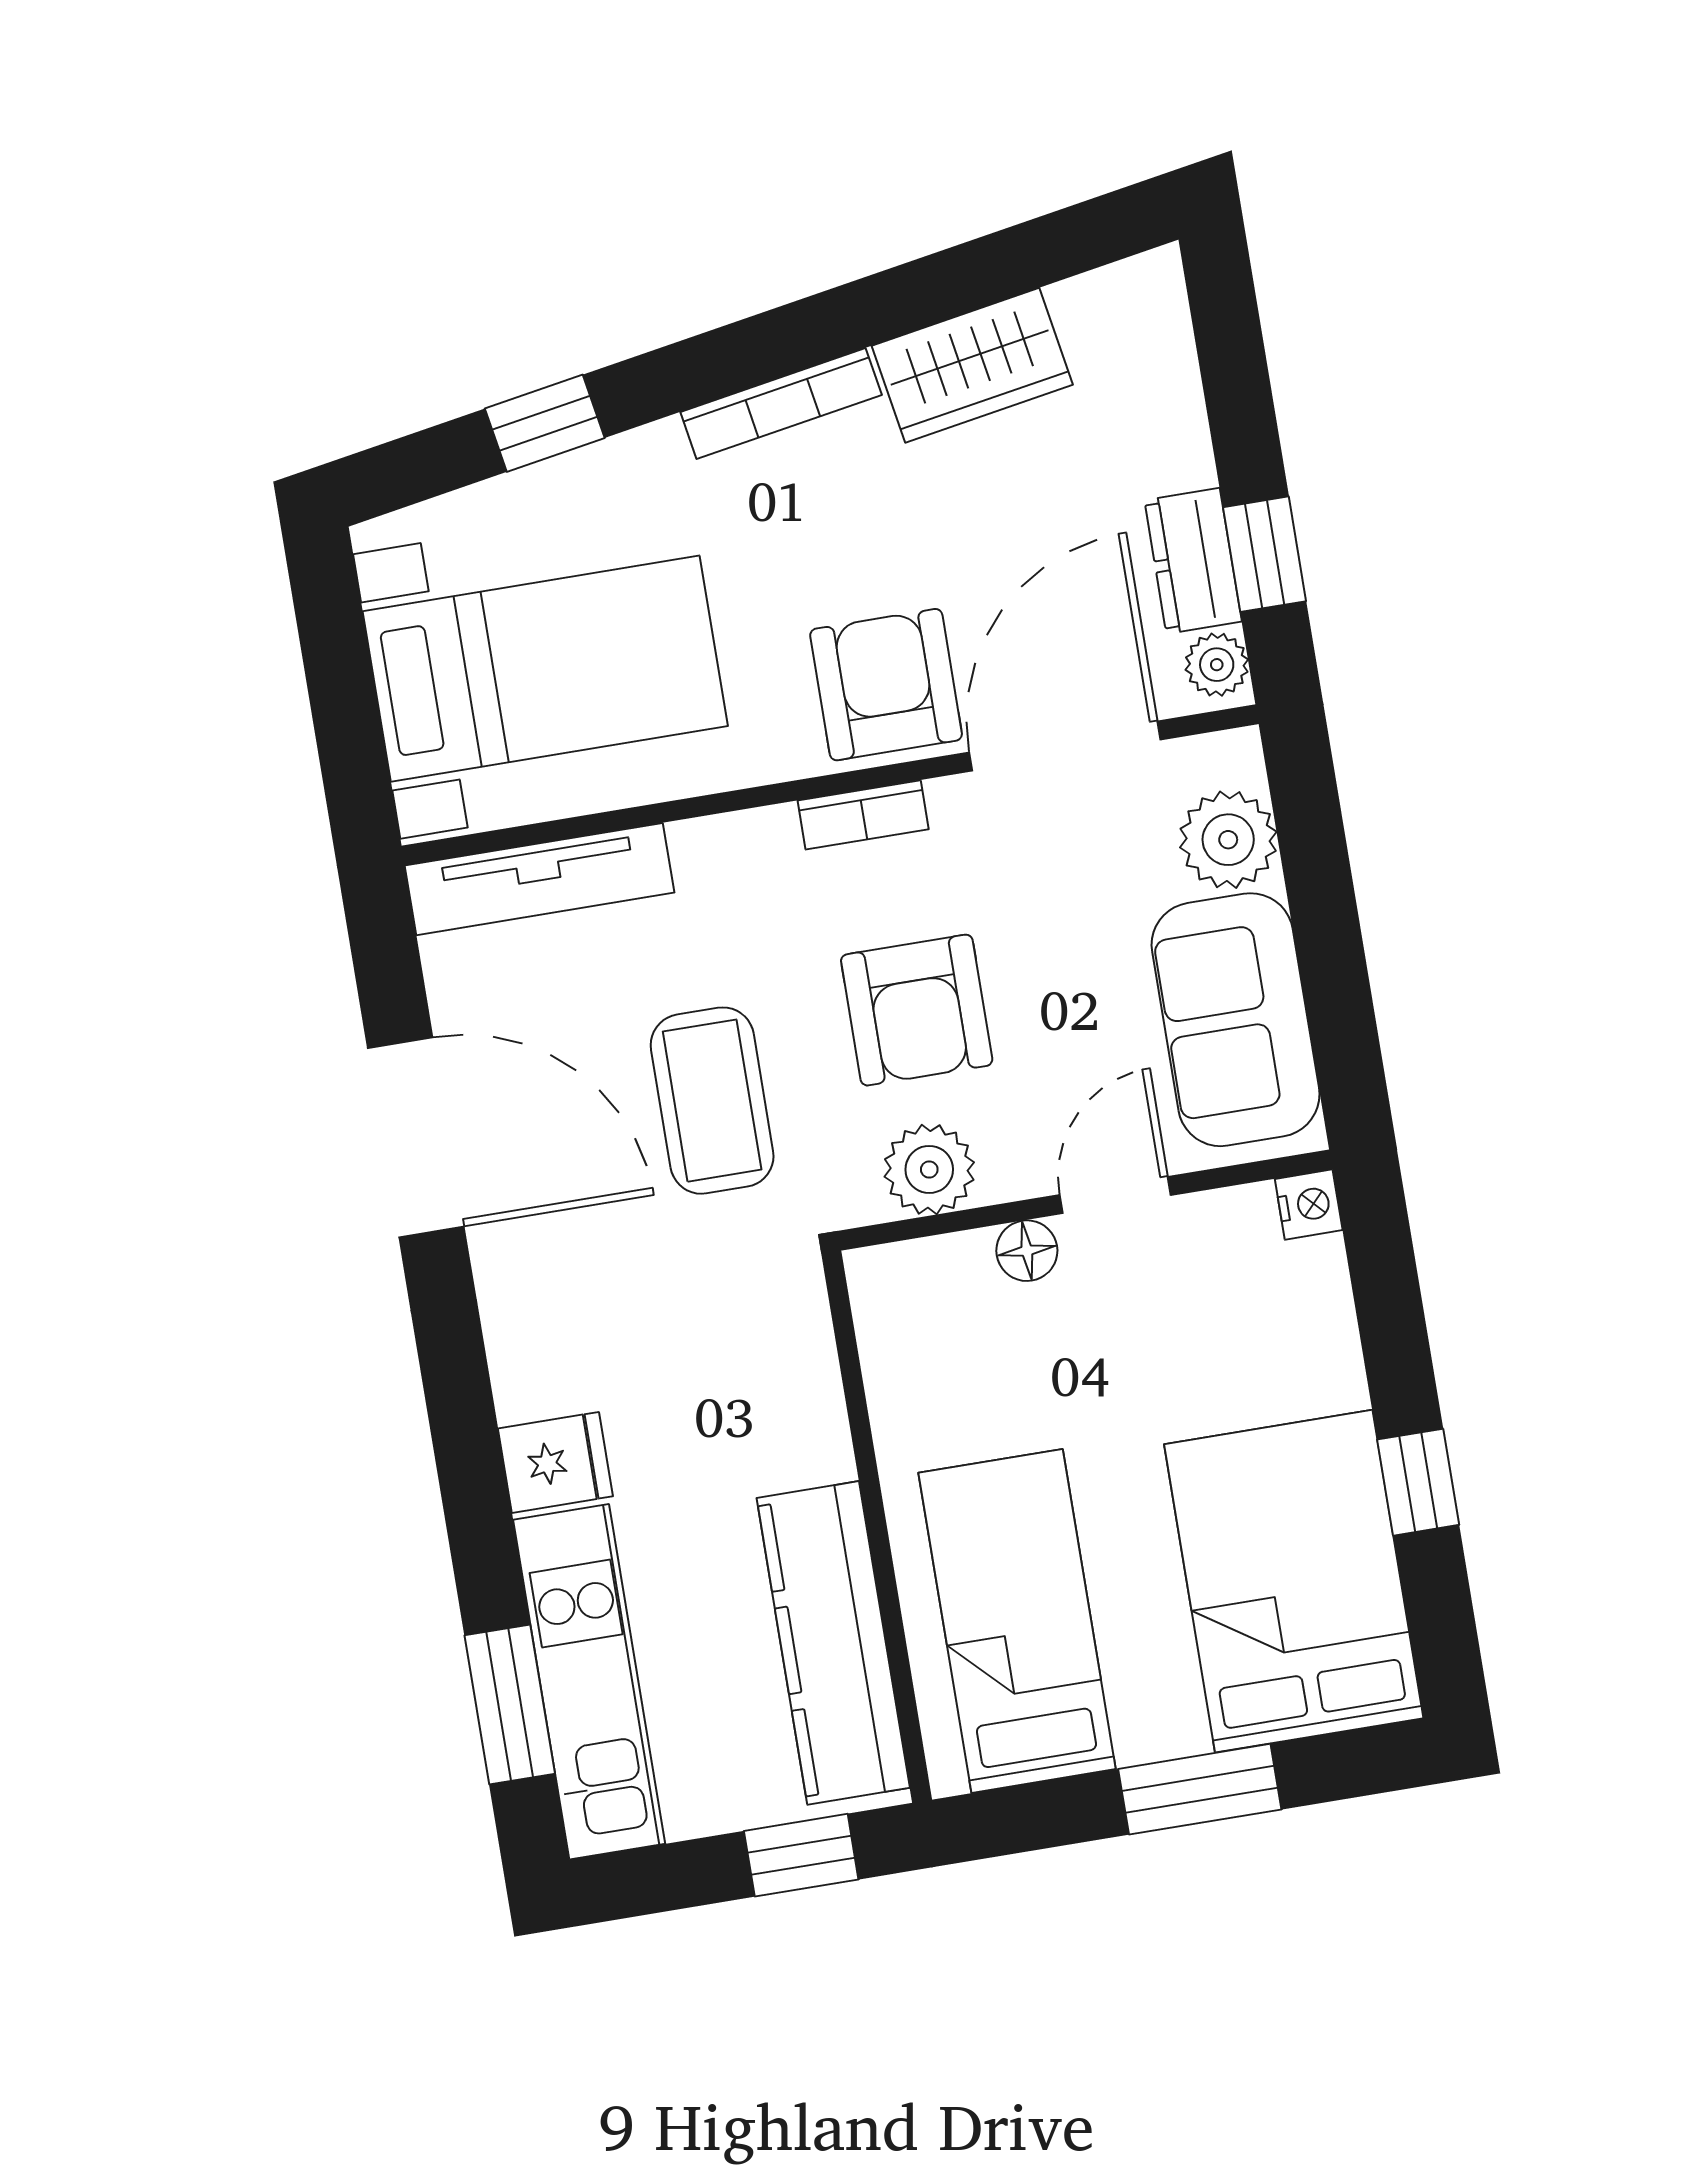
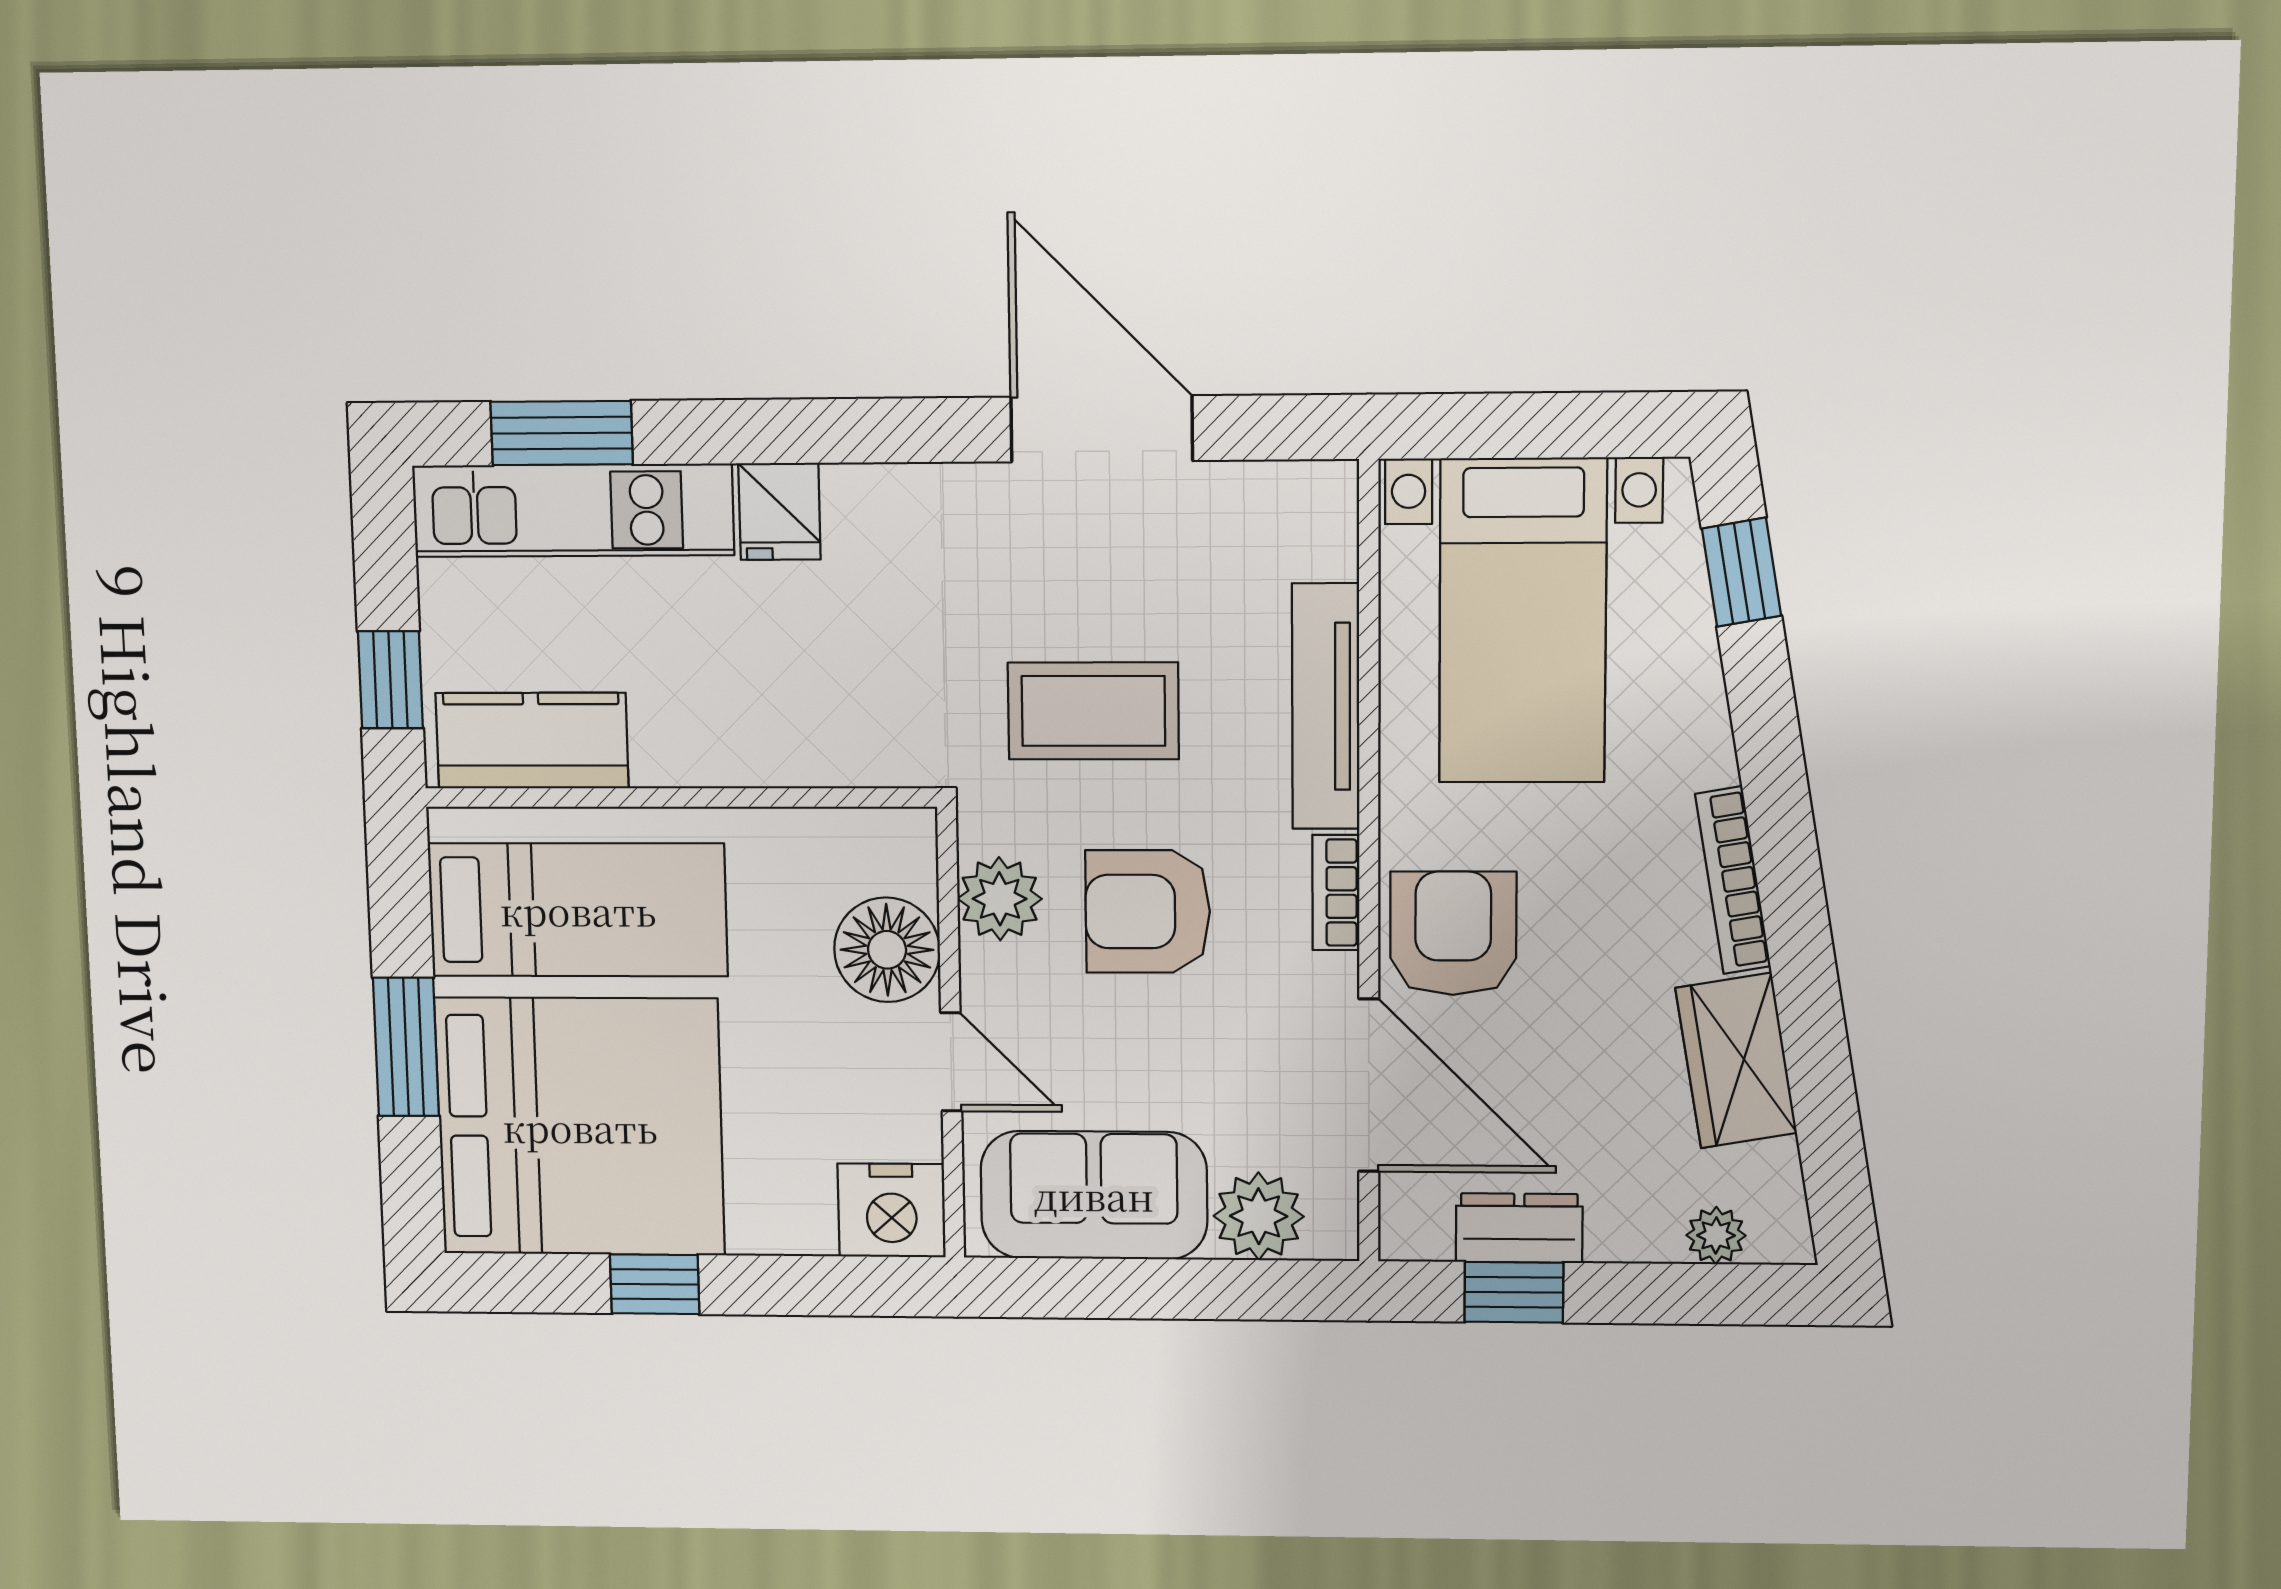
window: (545, 423) -> (1741, 572), moved
plant: (1217, 665) -> (1716, 1235), moved
armchair: (886, 685) -> (1453, 933), turned -90
tv unit: (540, 879) -> (1326, 706), moved
door: (416, 1137) -> (1102, 429), swing flipped
nightstand: (1309, 1204) -> (892, 1210), width x1.89, depth x1.79
floor lamp: (1027, 1251) -> (887, 950), width x1.89, depth x1.89
bed: (1294, 1581) -> (580, 1127), width x1.36
kitchen counter: (833, 1643) -> (532, 741), width x0.67

